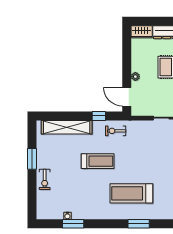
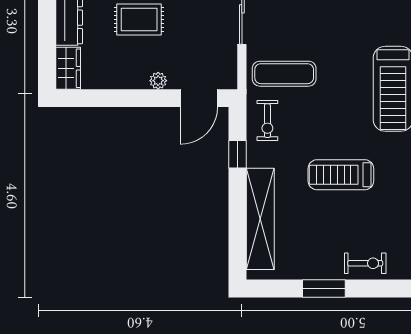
exercise mat: (139, 139) -> (284, 74), added
treadmill: (98, 161) -> (341, 175), moved, turned -90

